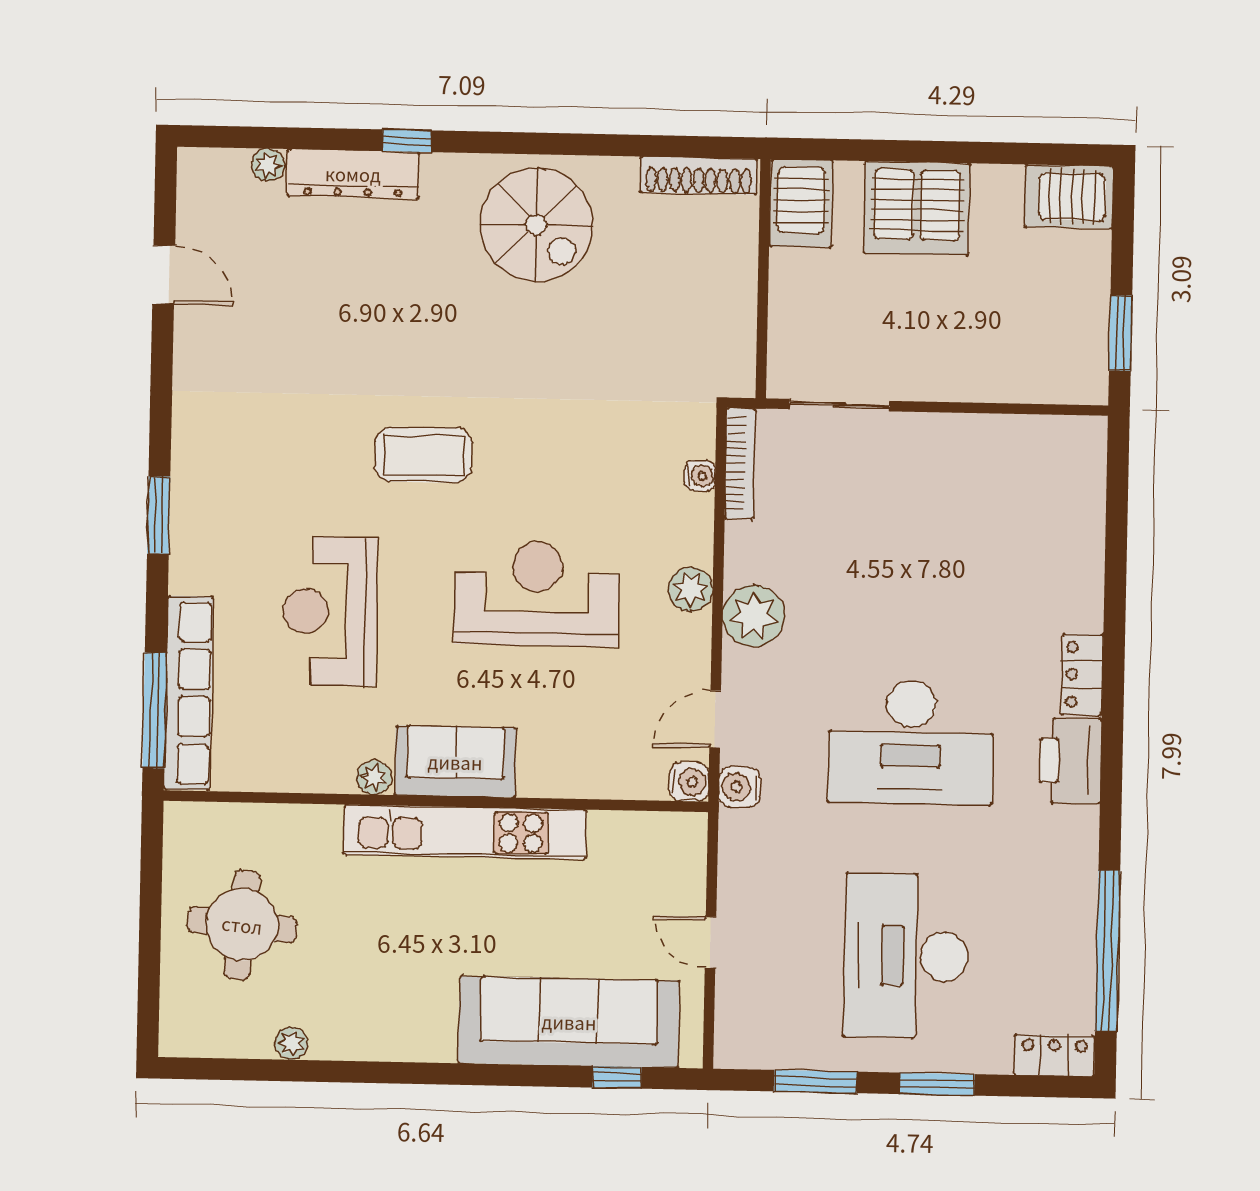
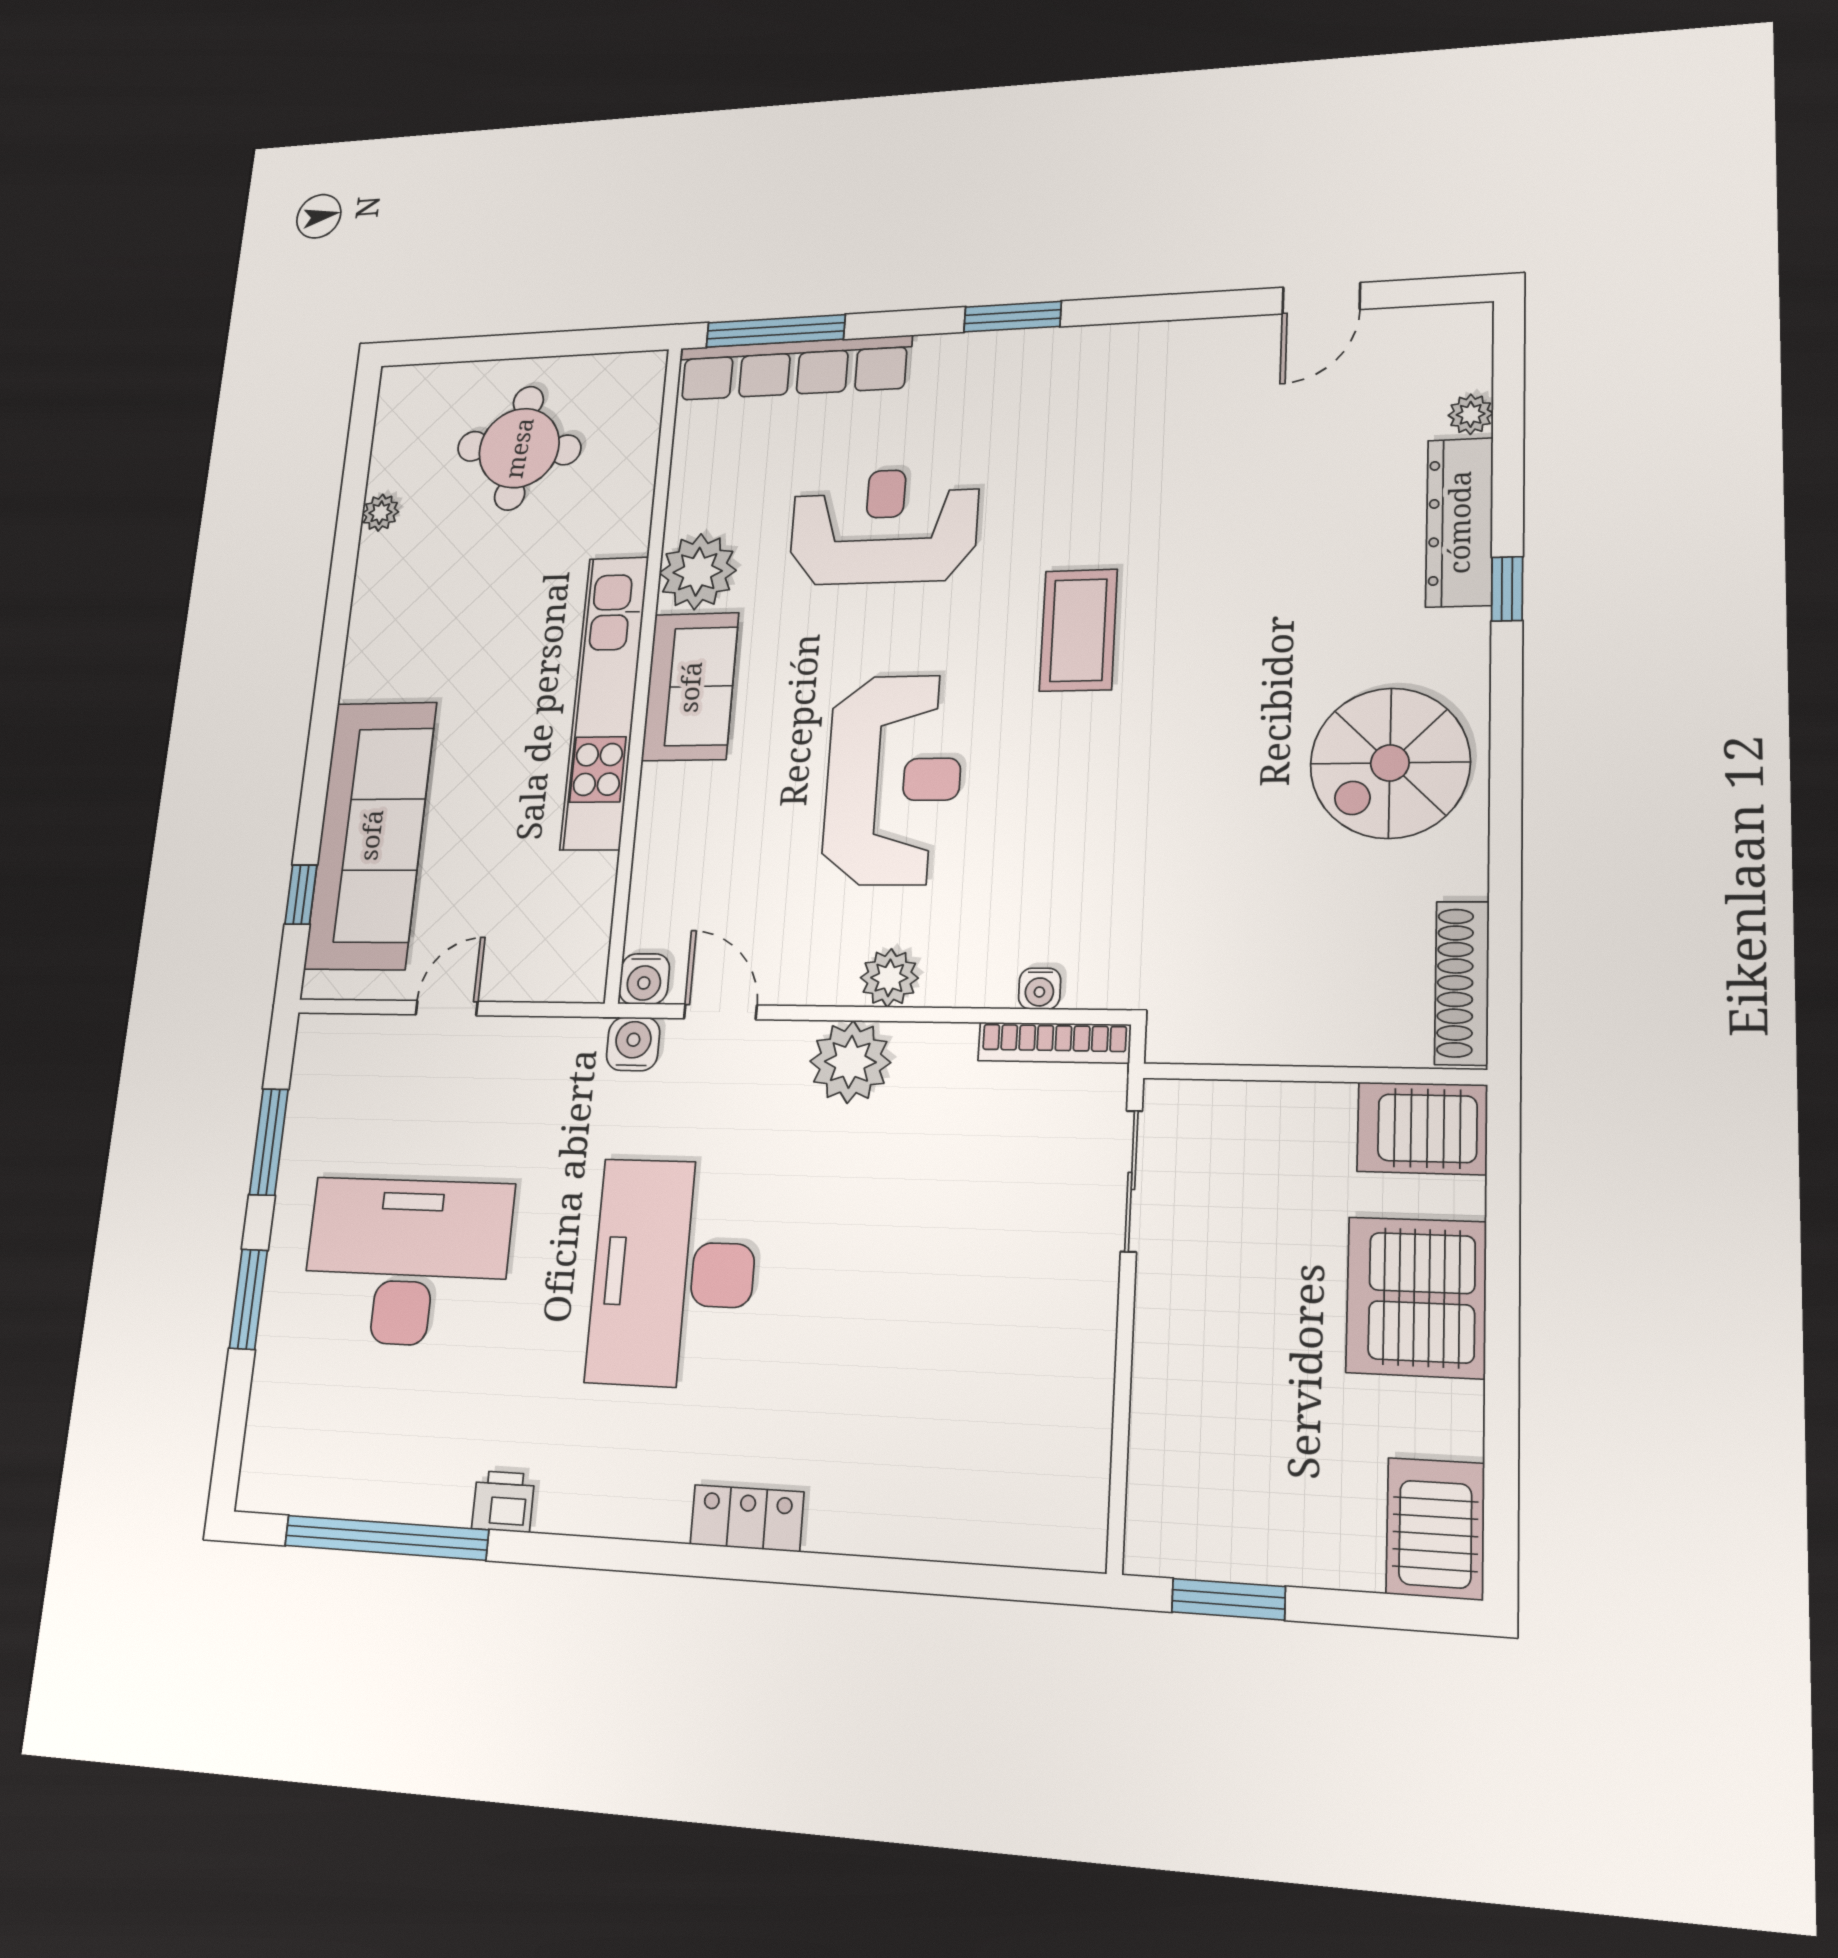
printer: (1070, 761) -> (503, 1501), moved, width x0.53, depth x0.68
plant: (374, 778) -> (698, 572), width x1.88, depth x1.88
locker: (1054, 1056) -> (265, 1458), removed

